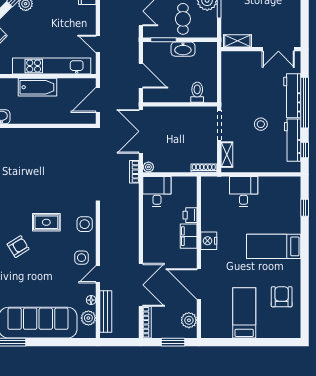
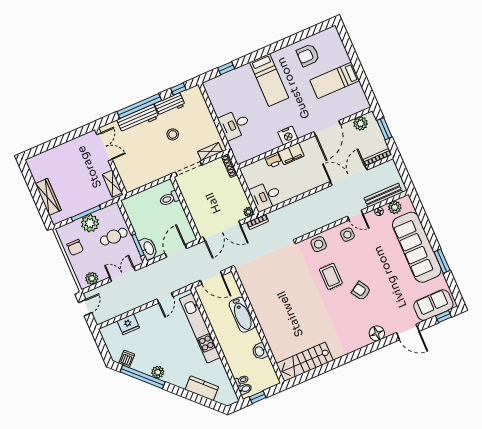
washbasin: (183, 49) -> (148, 248), moved
bathtub: (37, 87) -> (242, 315), moved, turned 180
workbench: (293, 140) -> (170, 105), width x0.73

